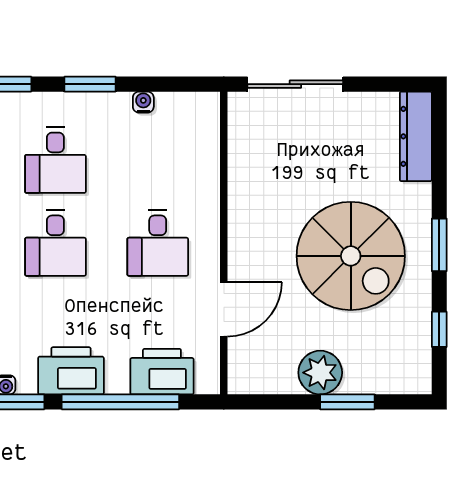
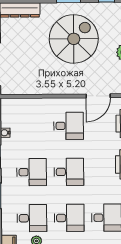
door: (224, 309) -> (98, 96), swing flipped

